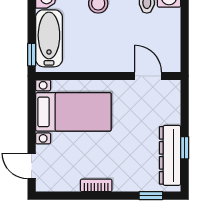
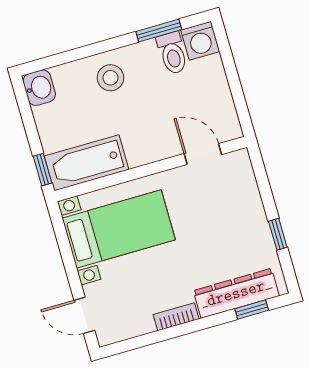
bathtub: (49, 38) -> (87, 163), moved, turned -90
dresser: (170, 155) -> (236, 293), moved, turned 90

